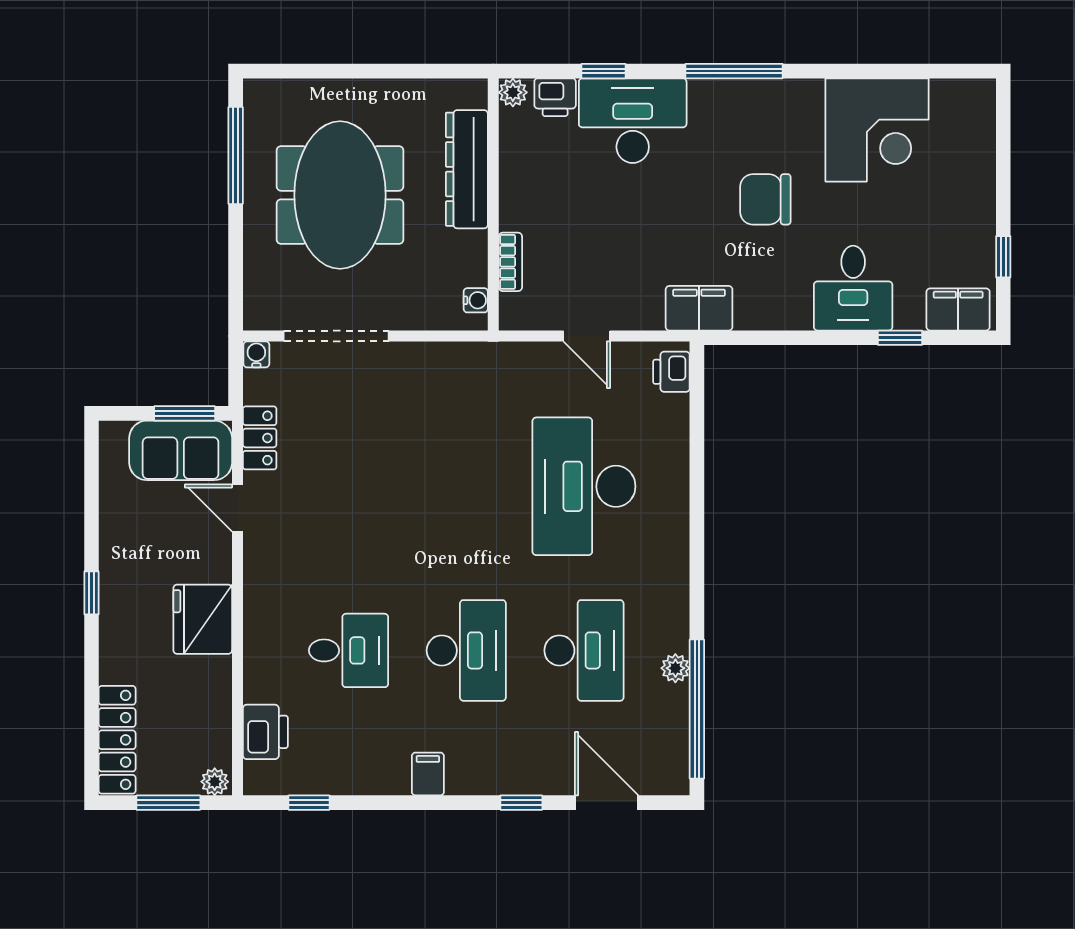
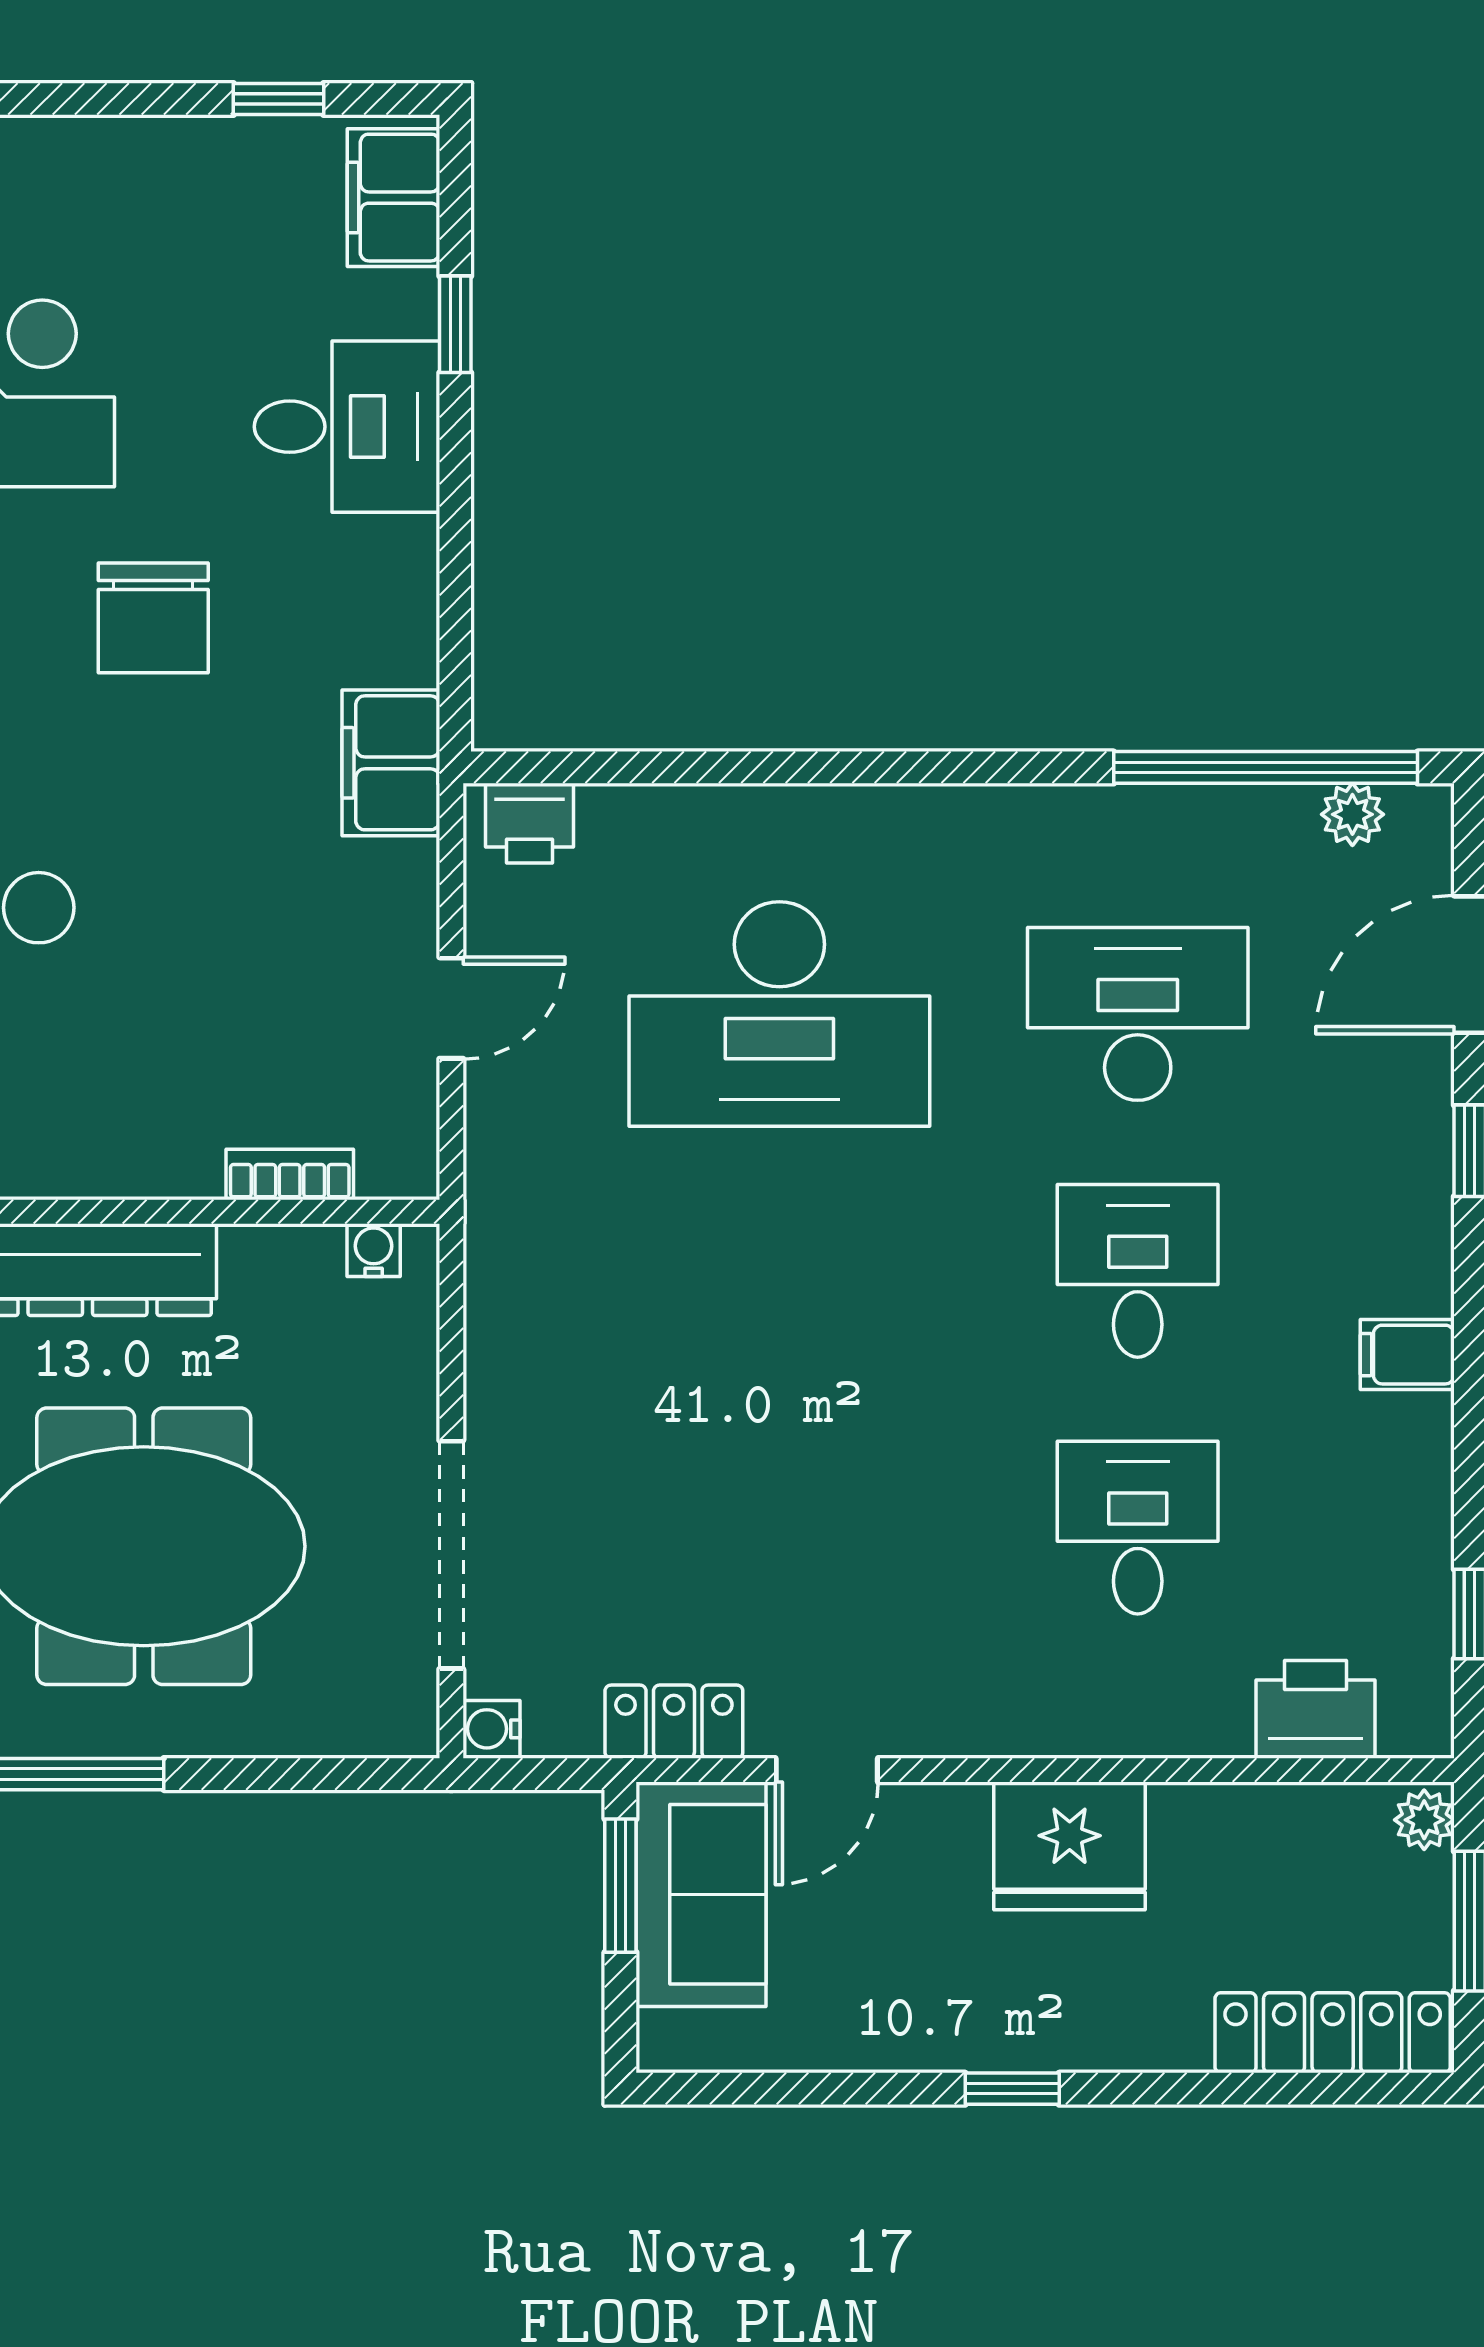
desk: (466, 650) -> (1138, 1271), width x0.73
plant: (675, 668) -> (1352, 814), moved

